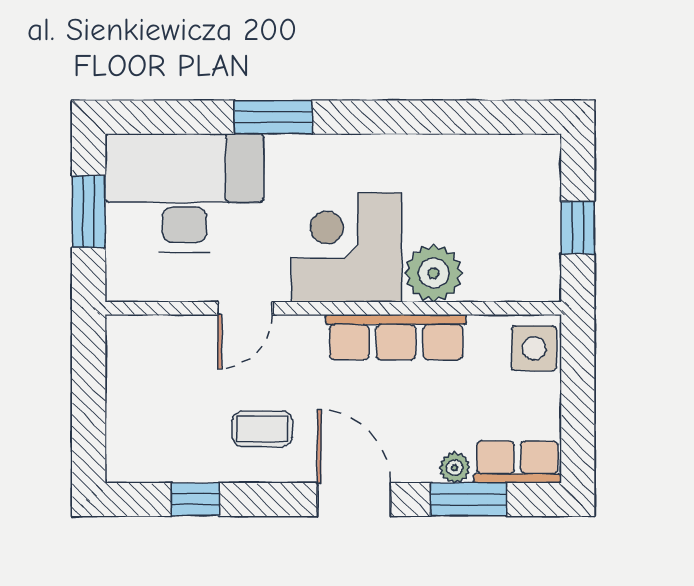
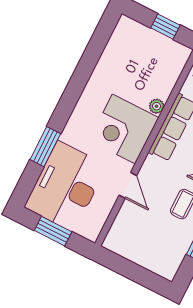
window: (273, 117) -> (45, 147), moved
plant: (434, 273) -> (157, 106), width x0.53, depth x0.53

